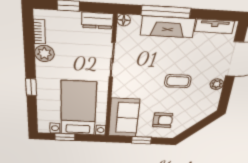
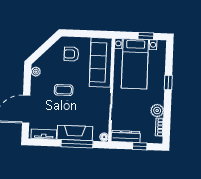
dresser: (97, 21) -> (126, 136), width x1.44
plant: (217, 84) -> (36, 72), moved
sofa: (124, 118) -> (101, 62), width x1.36
window: (142, 140) -> (86, 34), removed

